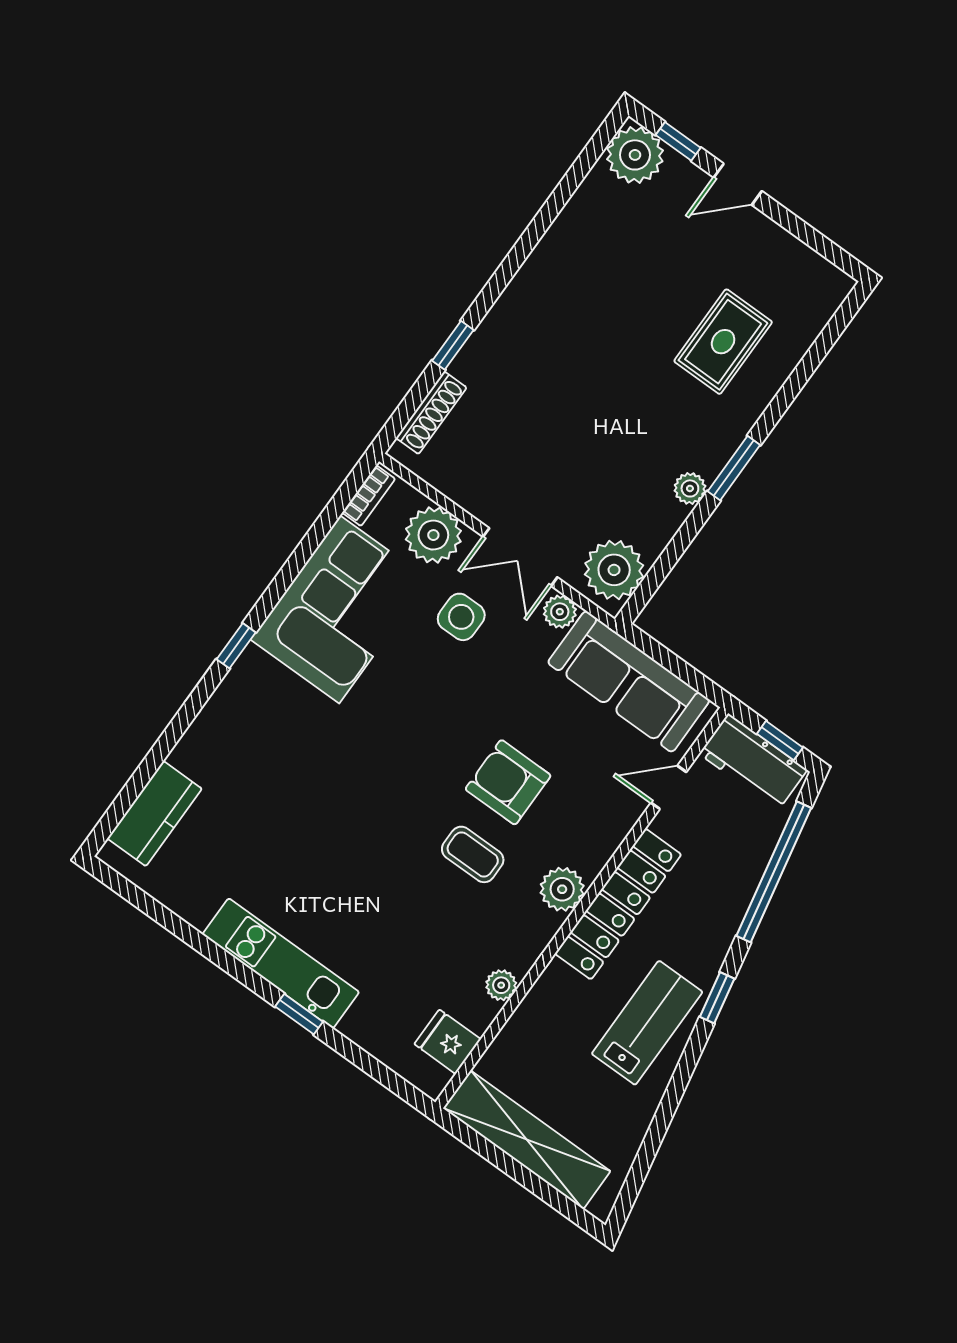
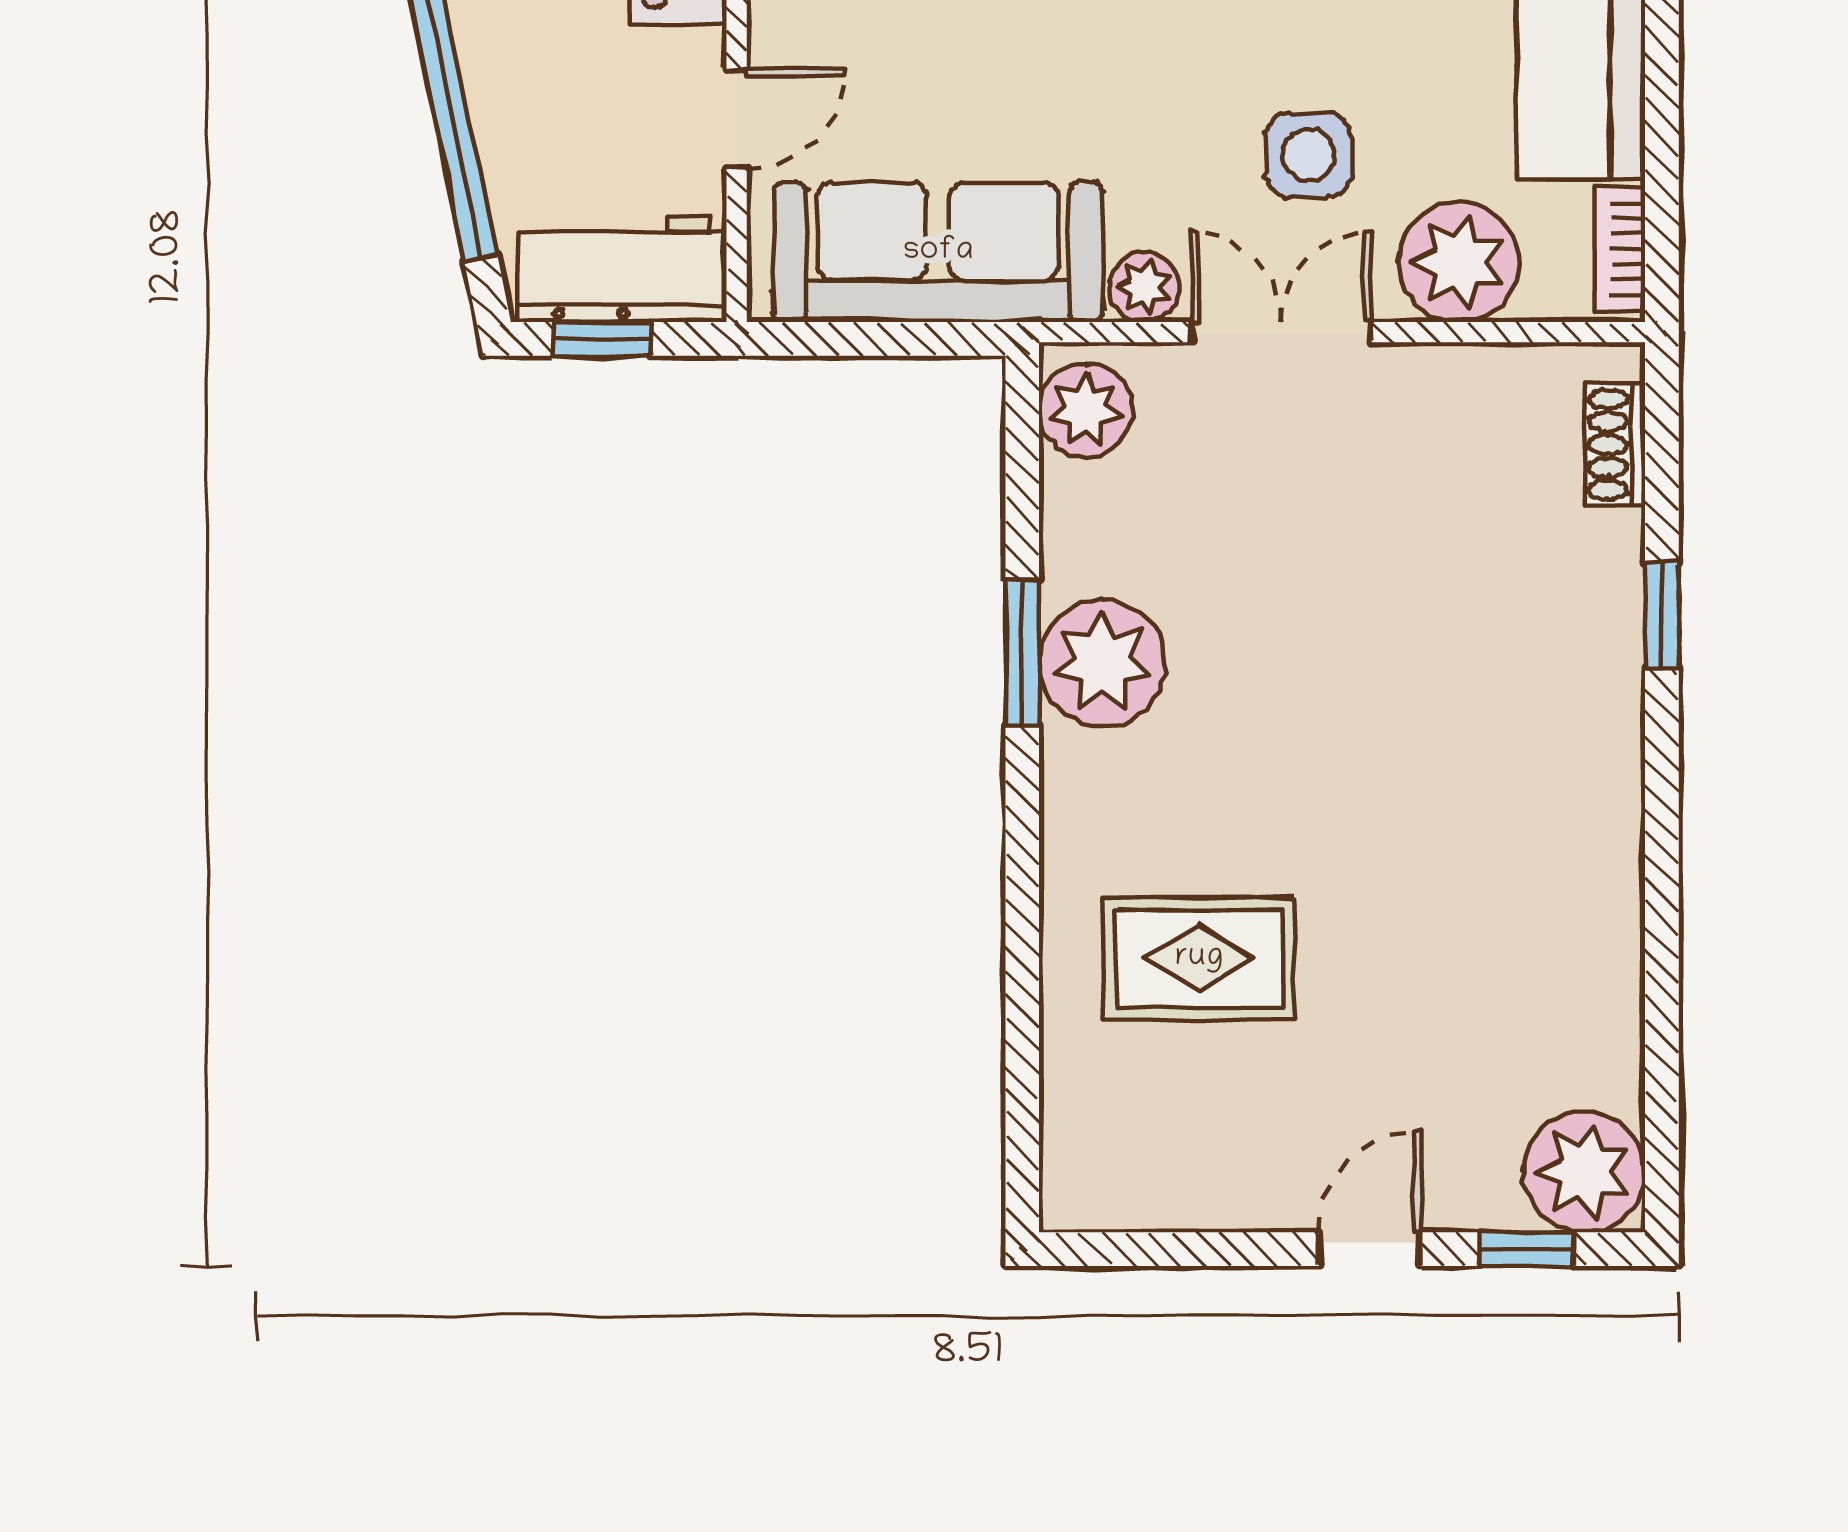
rug: (723, 342) -> (1199, 958), turned 90
shoe rack: (431, 413) -> (1615, 445), width x0.70
window: (734, 468) -> (1022, 653), moved
plant: (690, 488) -> (1102, 663), width x1.88, depth x1.88
plant: (614, 570) -> (1086, 410), width x0.73, depth x0.73

